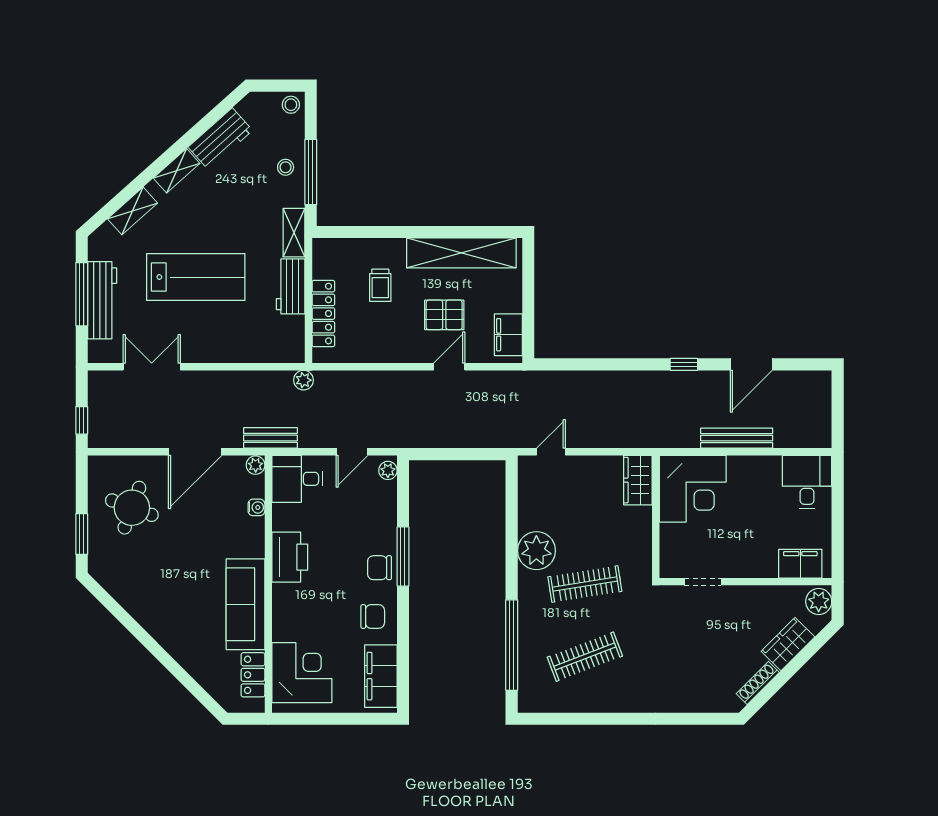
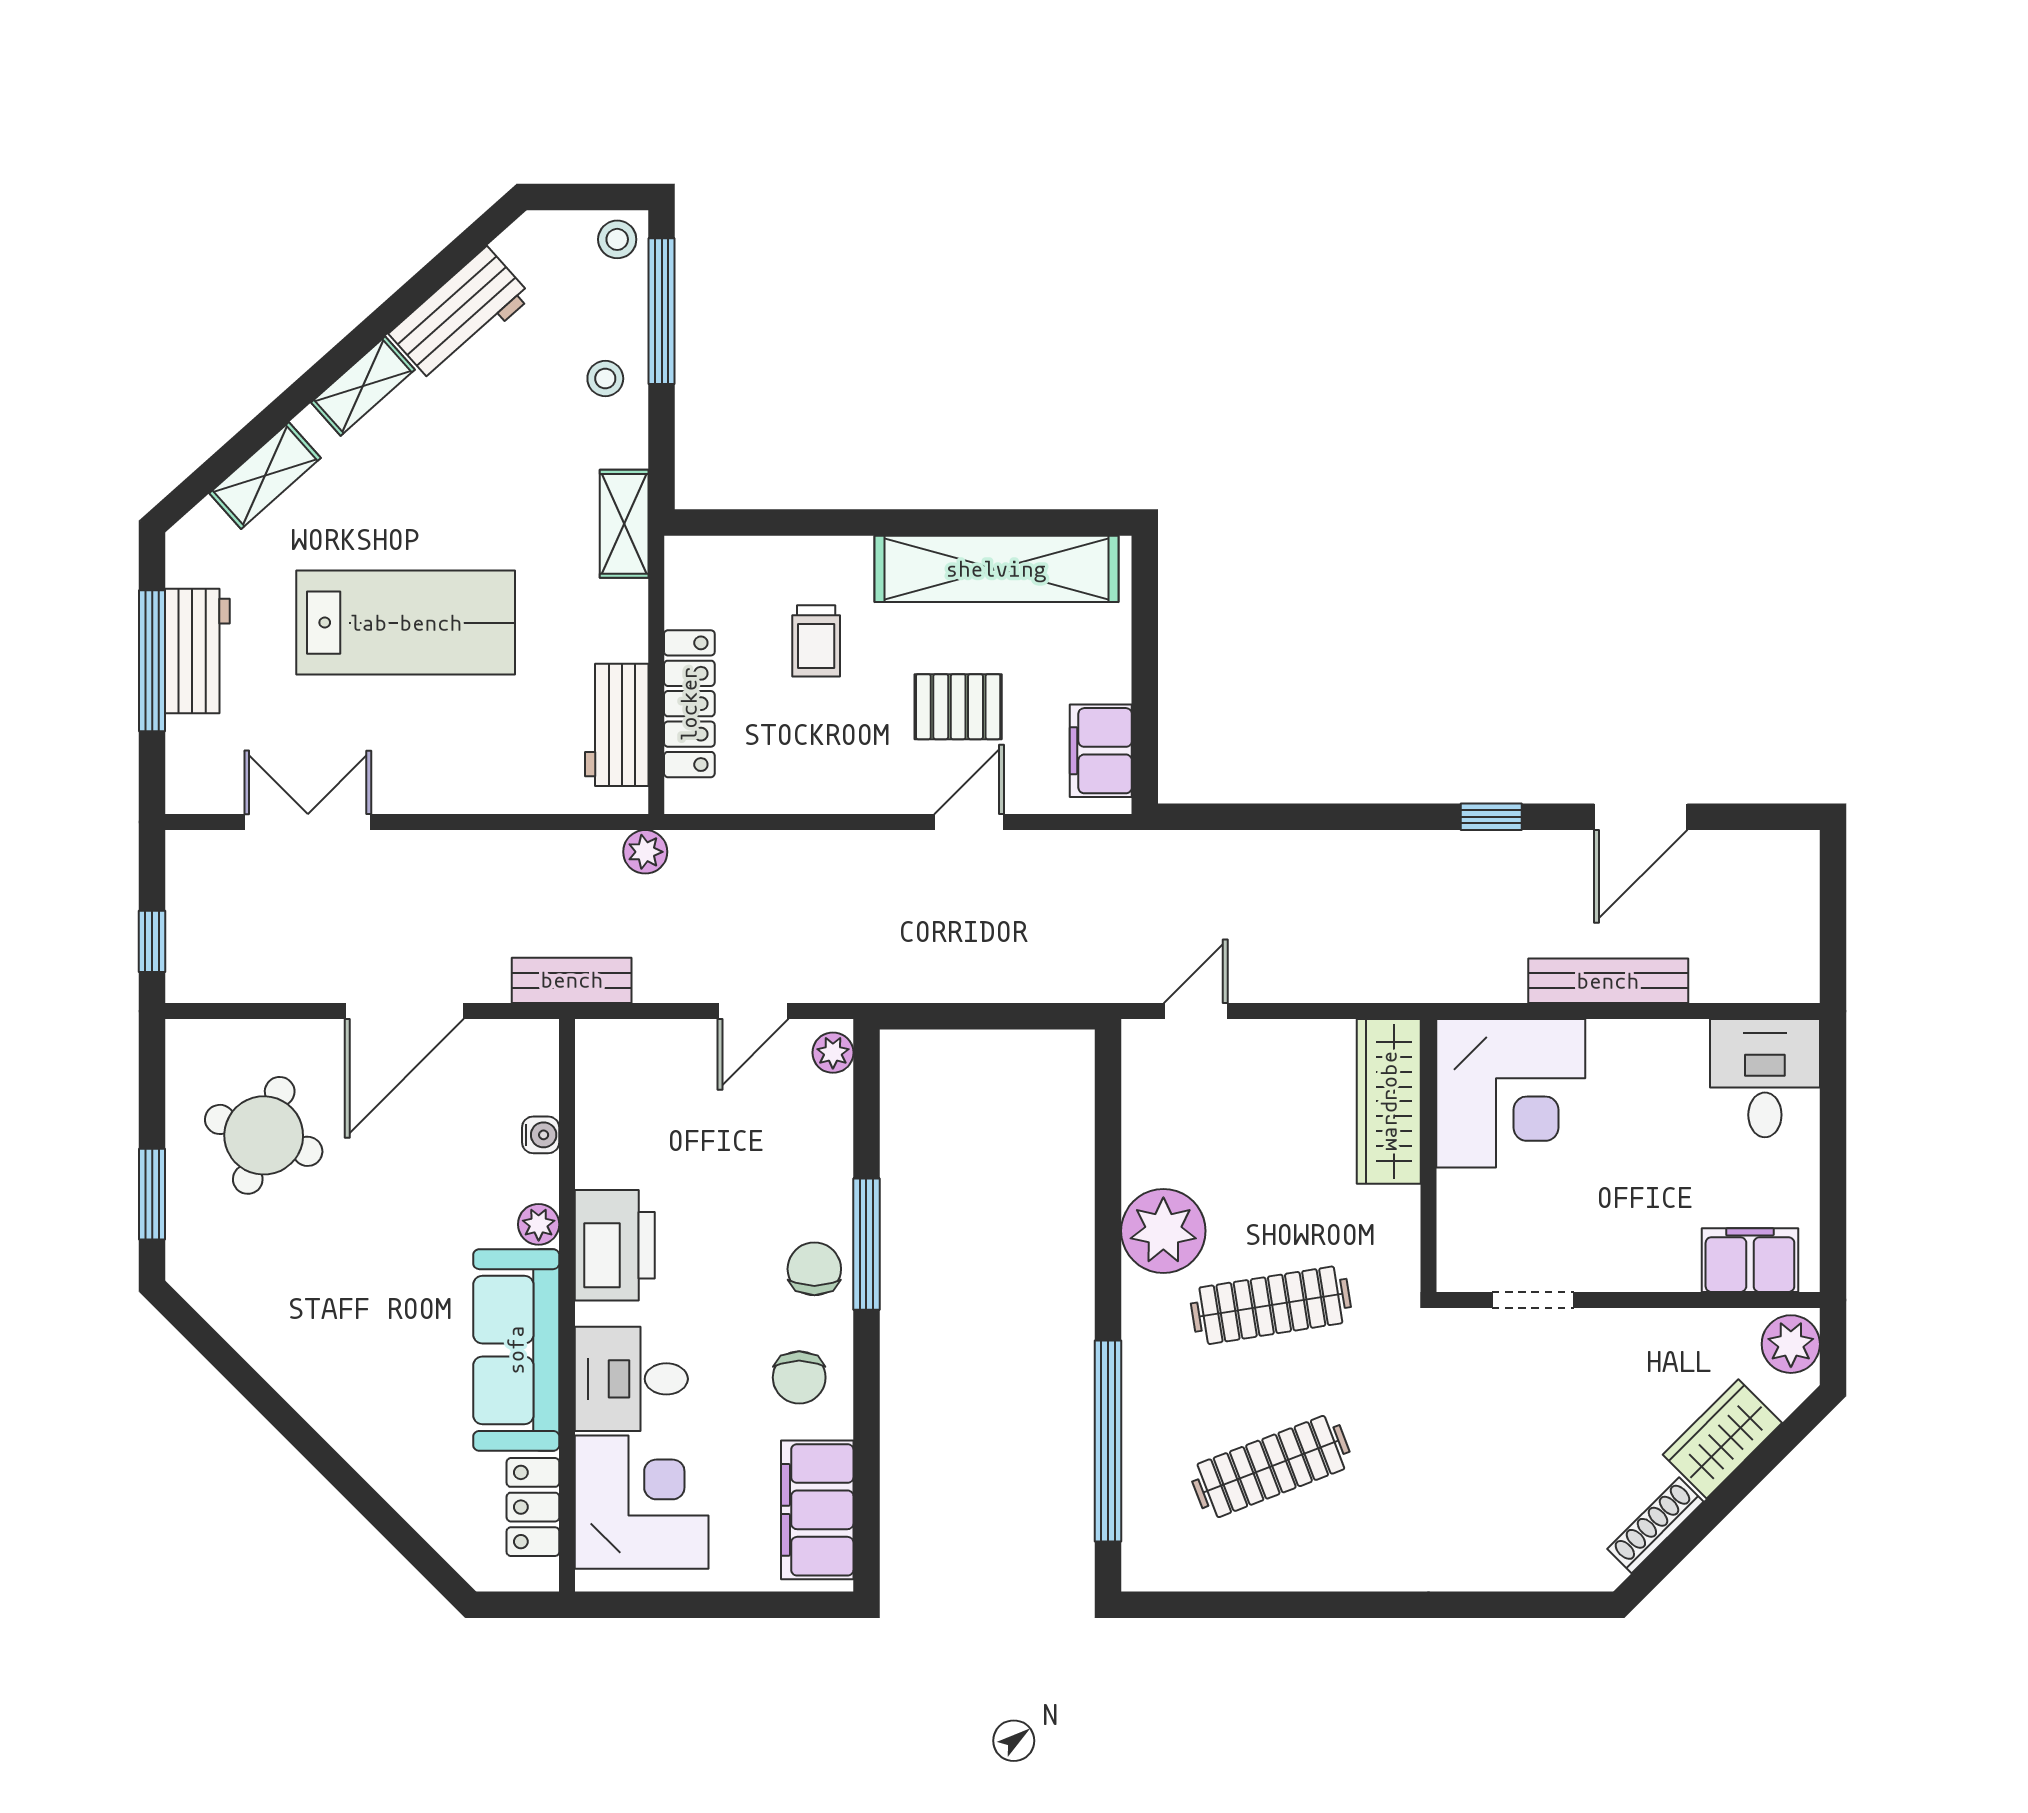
window: (311, 172) -> (662, 311), moved
workbench: (291, 286) -> (617, 725), moved
workbench: (102, 300) -> (197, 651), width x0.73
plant: (256, 465) -> (539, 1224), moved
desk: (297, 479) -> (631, 1379), moved
wardrobe: (638, 480) -> (1389, 1101), width x1.50
chair: (380, 568) -> (814, 1269), turned 90
chair: (373, 617) -> (799, 1377), turned 90

